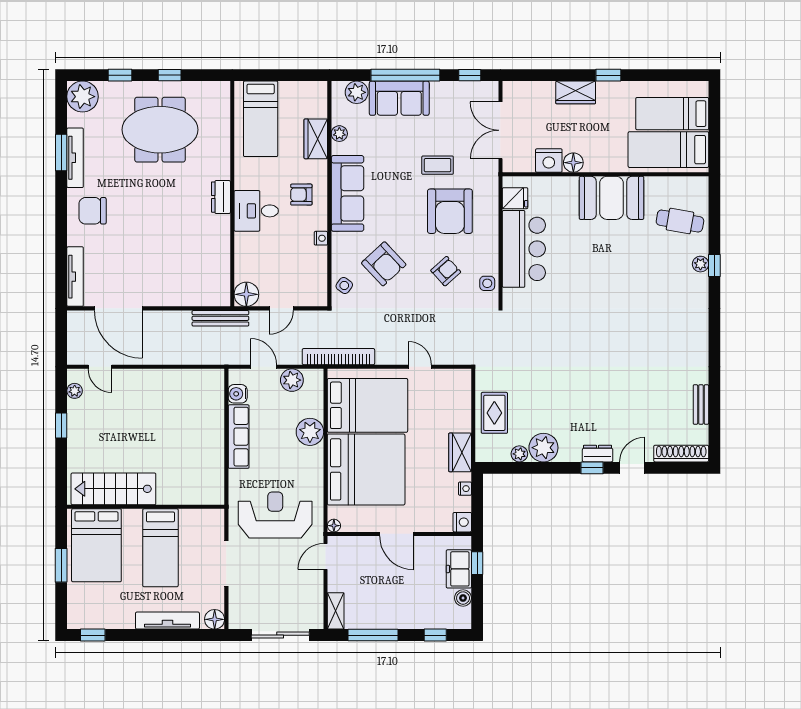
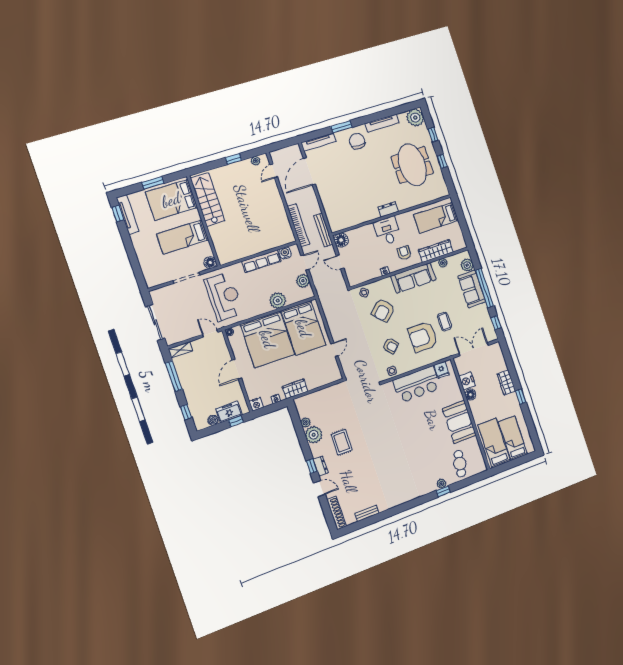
wardrobe: (316, 139) -> (436, 251), width x1.50
window: (61, 152) -> (341, 127), moved
bookcase: (338, 357) -> (298, 225), moved
rug: (494, 413) -> (342, 442), moved, turned 90
floor lamp: (215, 619) -> (210, 263), moved
tv unit: (167, 621) -> (128, 215), moved

